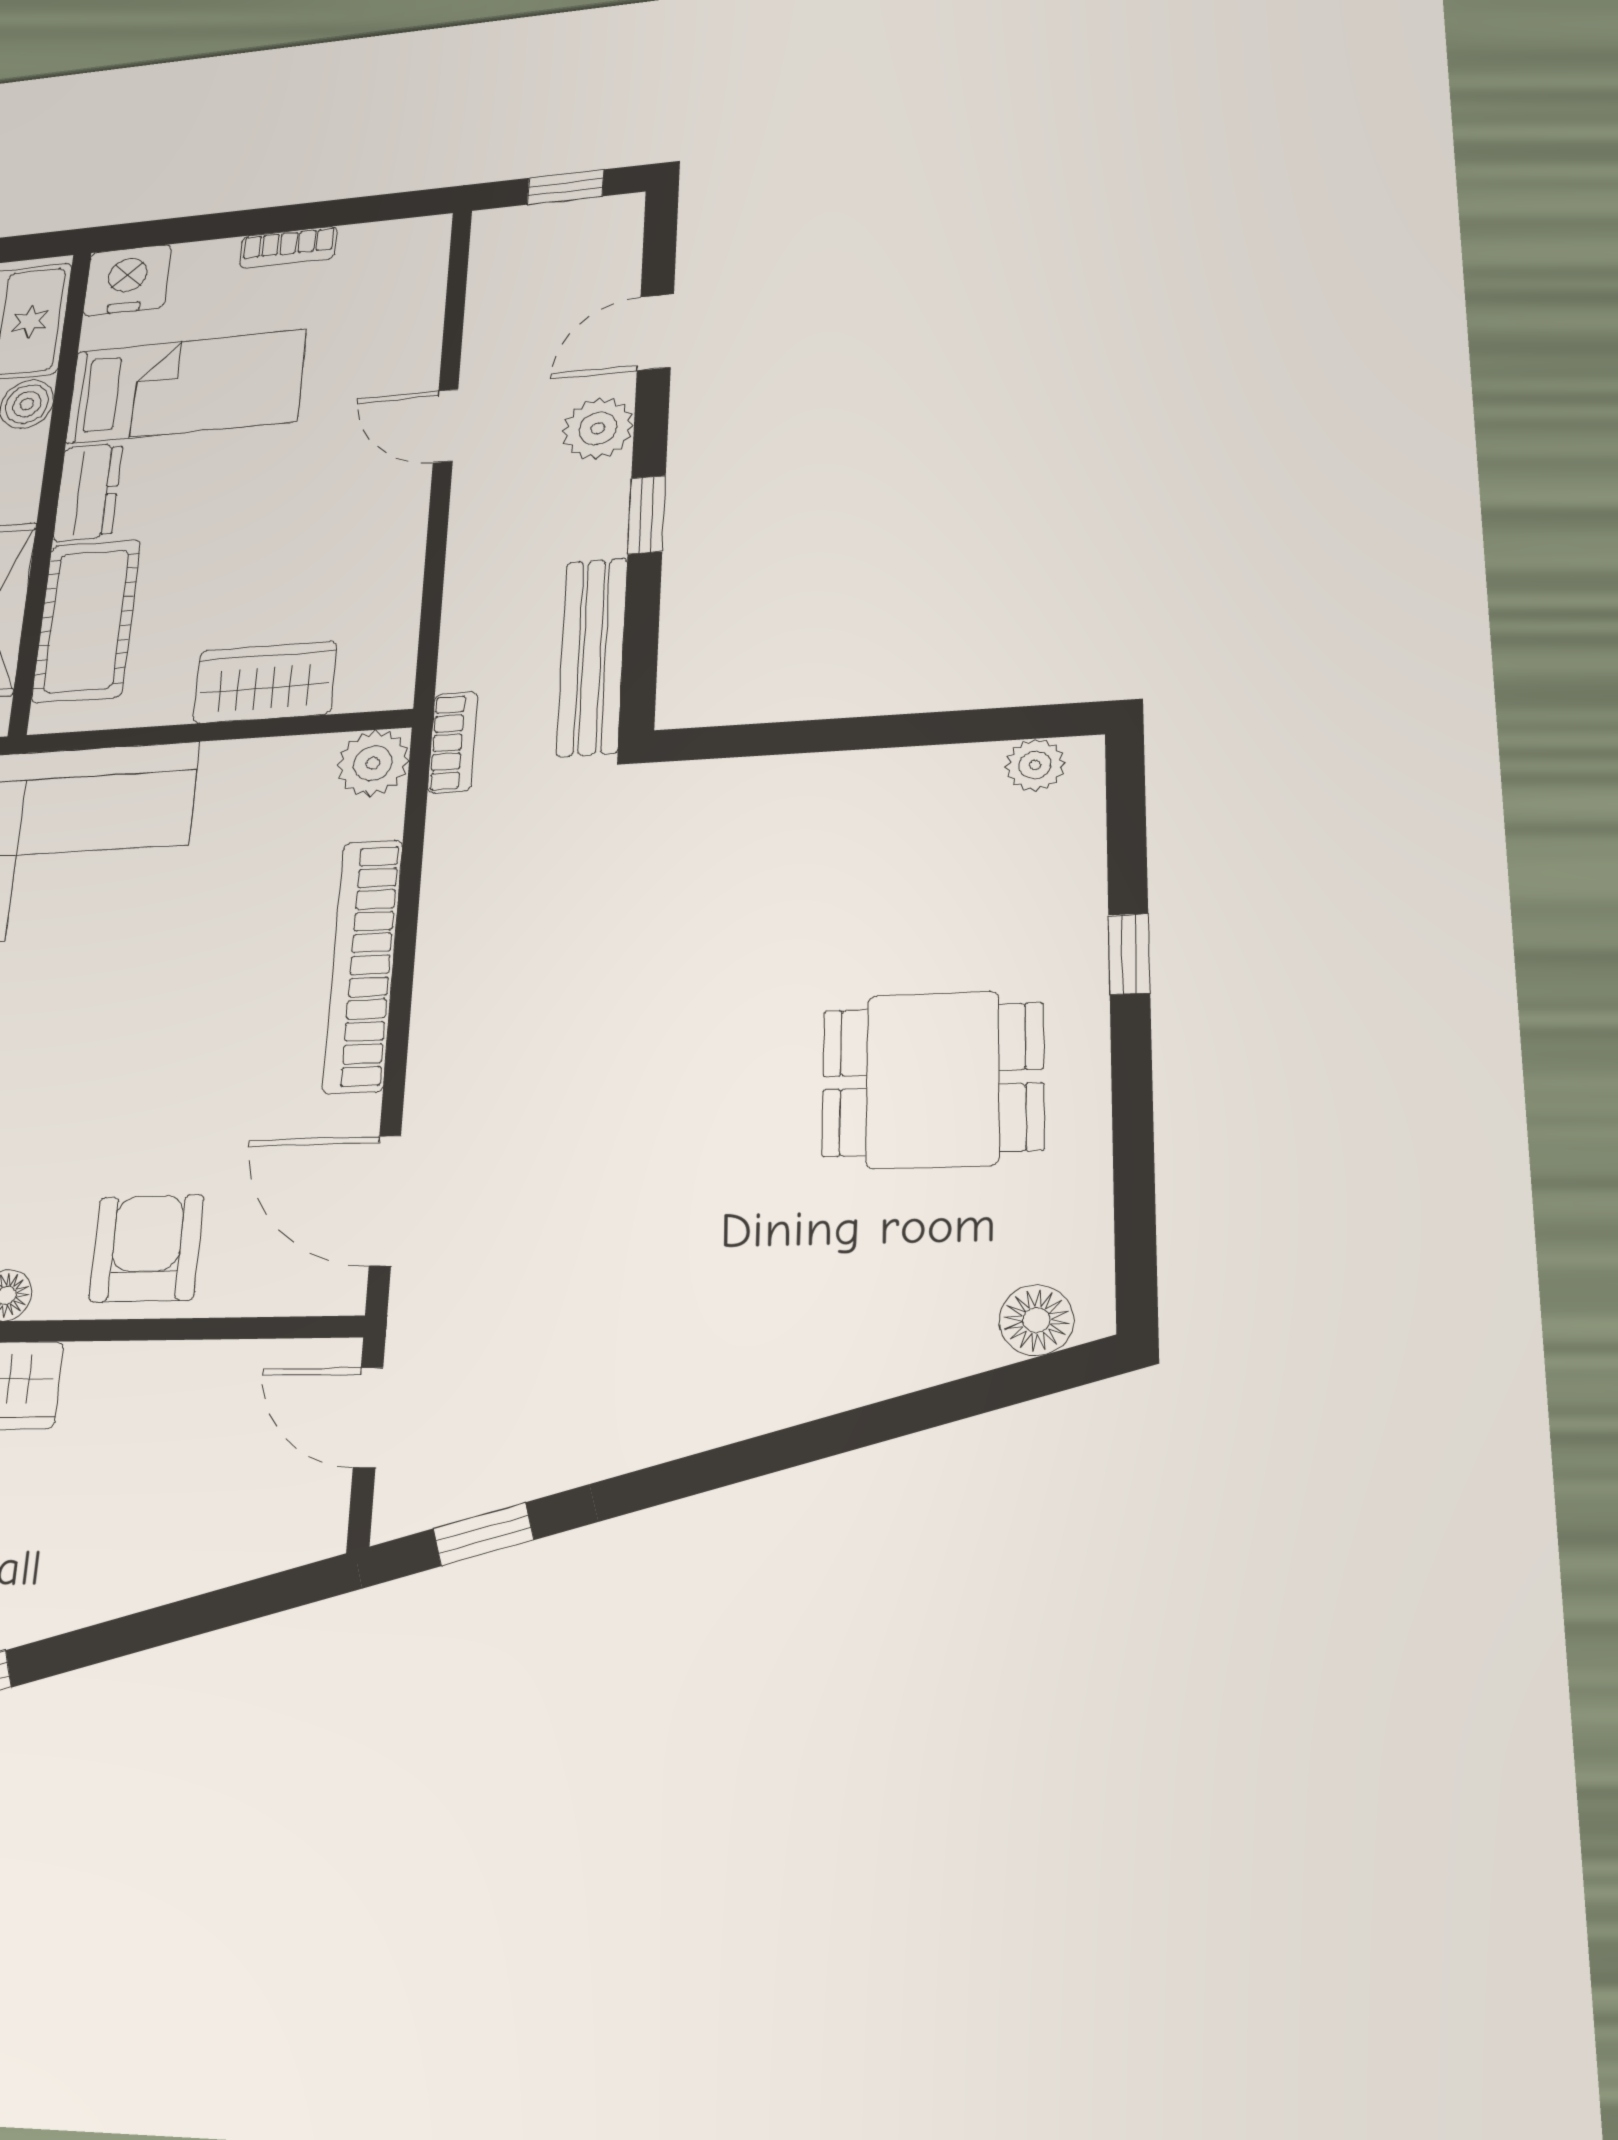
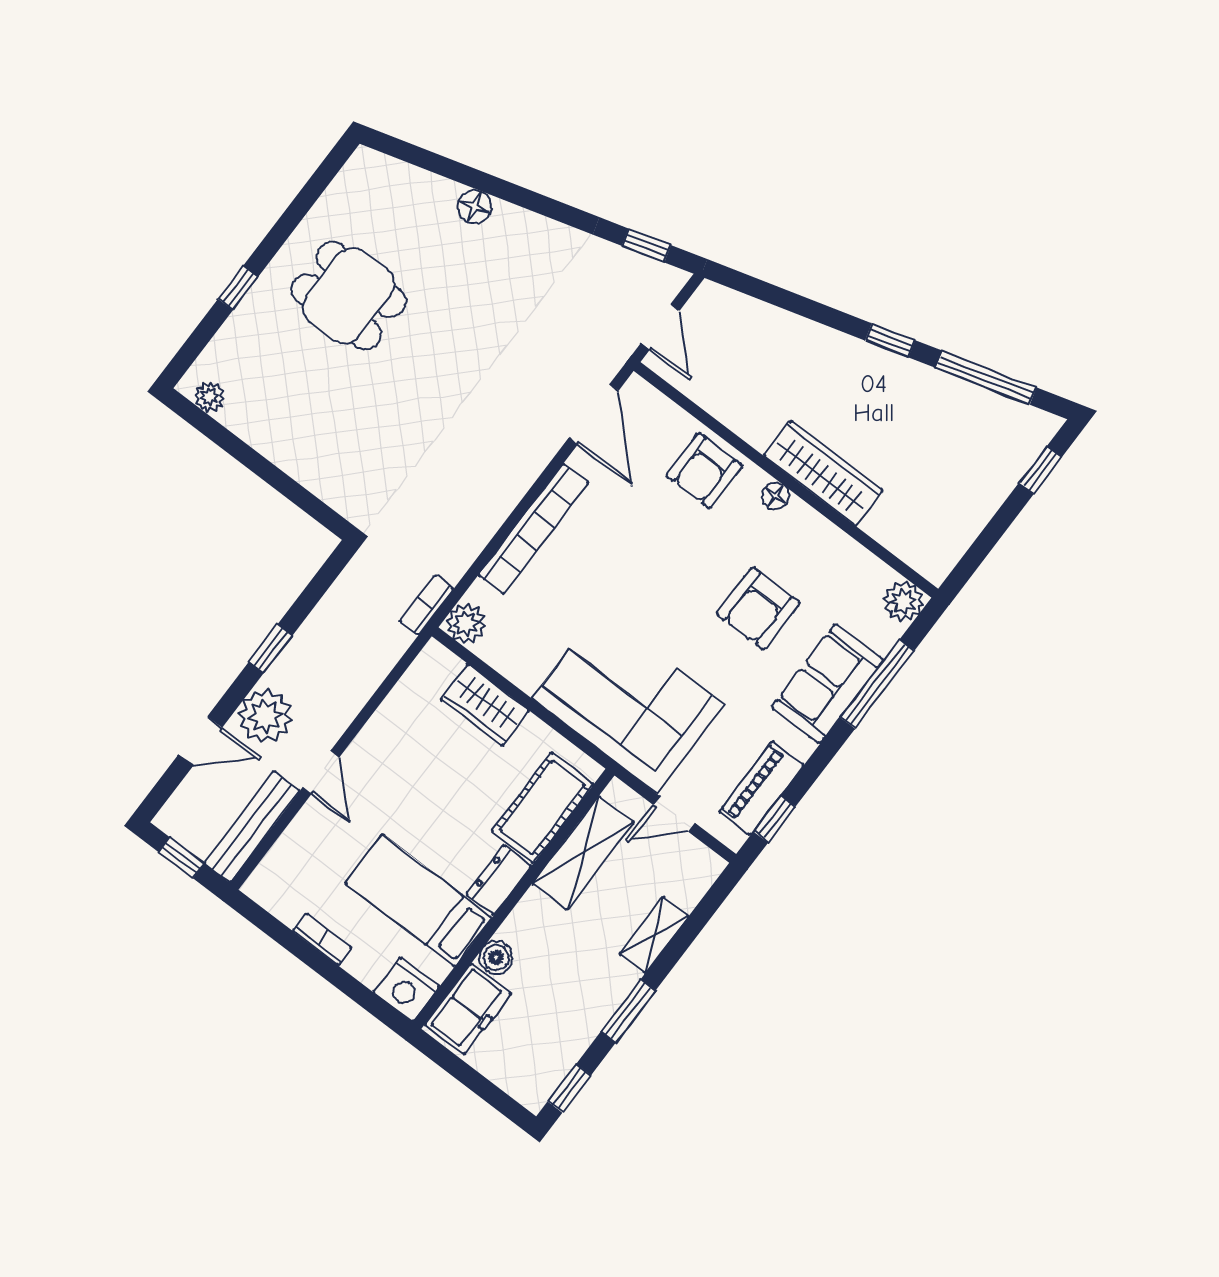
plant: (598, 429) -> (265, 716), width x1.36, depth x1.36
bench: (592, 656) -> (252, 827), moved
floor lamp: (1036, 1320) -> (475, 207), moved

